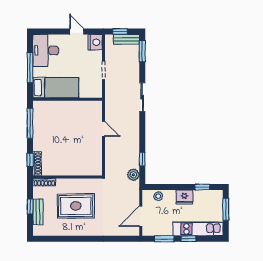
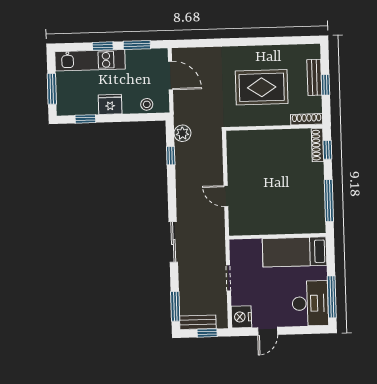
door: (77, 31) -> (268, 331), hinge flipped
window: (30, 68) -> (332, 297), moved
door: (141, 216) -> (170, 75), hinge flipped

